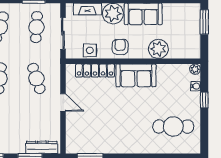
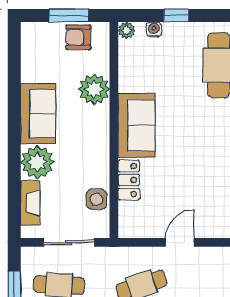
window: (204, 22) -> (69, 16), moved
armchair: (120, 47) -> (78, 37), moved
locker: (95, 70) -> (129, 180), width x0.66

